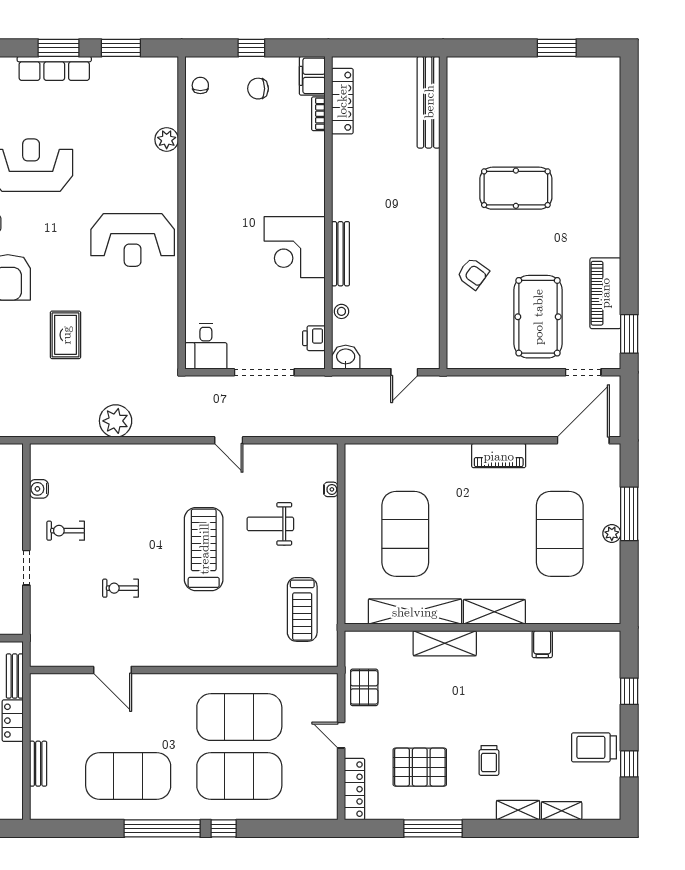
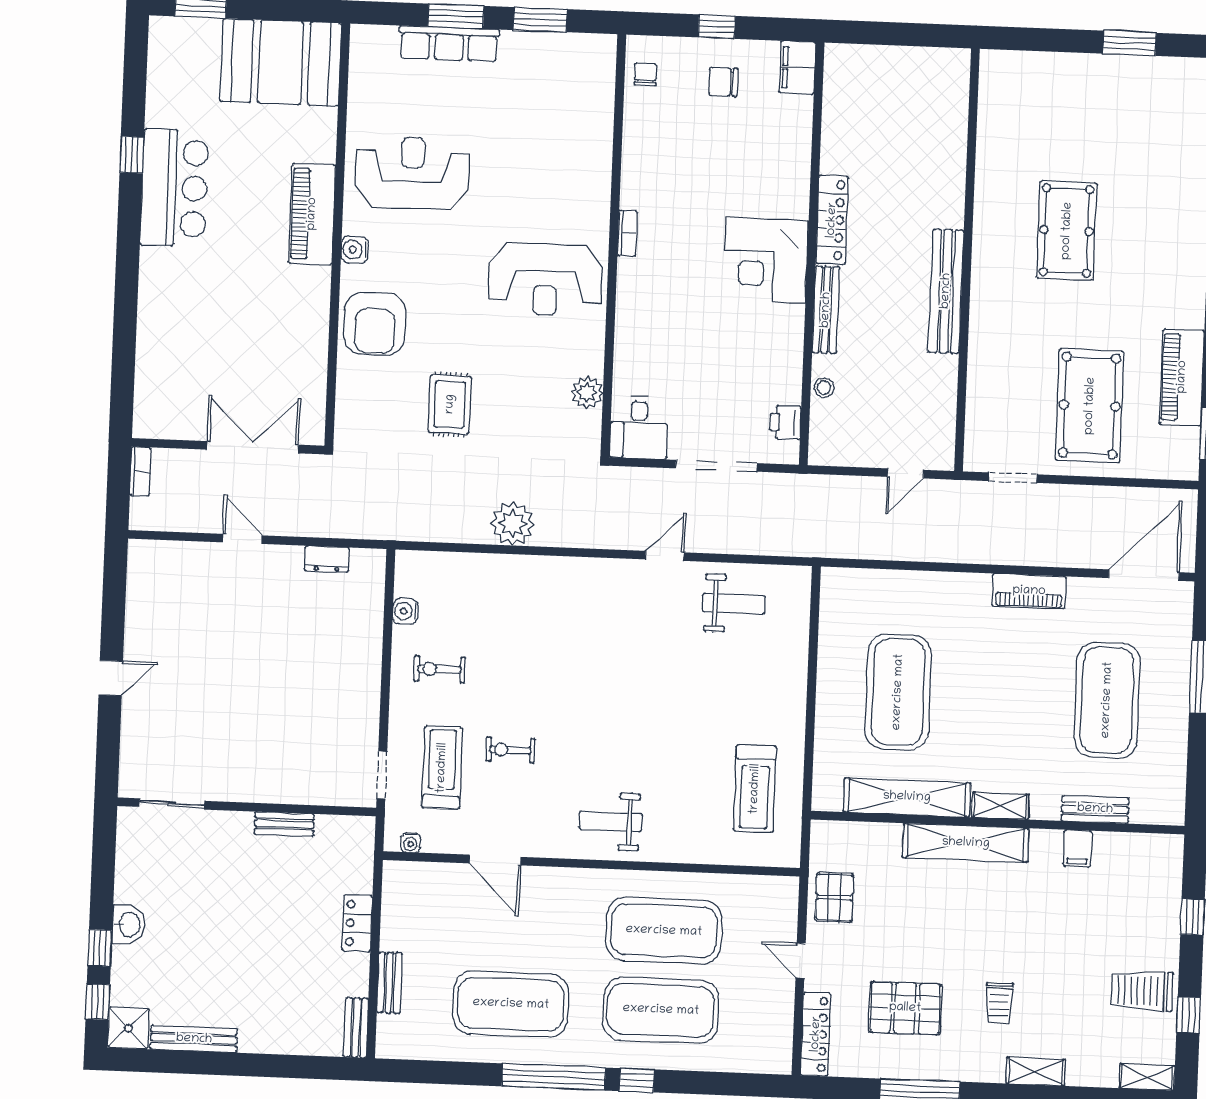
locker: (342, 101) -> (832, 220), moved
bench: (429, 102) -> (946, 291), moved
bookcase: (318, 114) -> (627, 233), moved, turned 180
plant: (167, 139) -> (587, 393), moved
pool table: (516, 188) -> (1067, 231), turned 90
corner desk: (295, 247) -> (766, 260), moved
armchair: (473, 274) -> (1004, 344), removed
washbasin: (346, 357) -> (827, 450), removed
doorway: (583, 372) -> (1013, 478), moved
door: (229, 440) -> (665, 556), swing flipped
water cooler: (331, 489) -> (411, 843), moved, turned 90
weight bench: (270, 524) -> (734, 604), moved, turned 180
plant: (612, 533) -> (1178, 703), removed
treadmill: (204, 549) -> (442, 768), moved, width x0.73, depth x0.73
doorway: (26, 568) -> (382, 775), moved
shelving: (494, 612) -> (1000, 806), width x0.67, depth x0.75
bench: (554, 615) -> (1095, 809), added
weight bench: (197, 638) -> (611, 821), added
shelving: (445, 643) -> (966, 843), width x1.47
bench: (15, 676) -> (356, 1028), moved
shelving: (562, 811) -> (1147, 1077), moved

